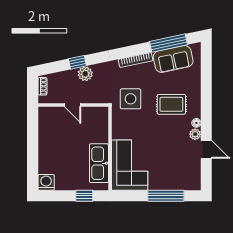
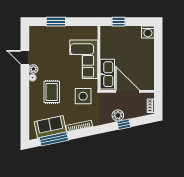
rug: (171, 104) -> (52, 92), turned 90
door: (73, 105) -> (128, 91), width x1.87
kitchen sink: (99, 163) -> (107, 74), moved
corner sofa: (130, 165) -> (84, 59), moved
window: (166, 196) -> (56, 22), width x0.69

